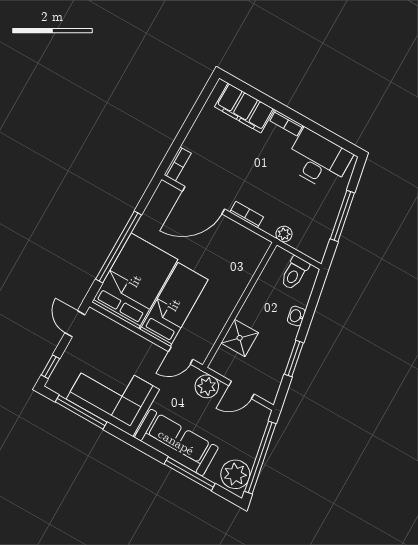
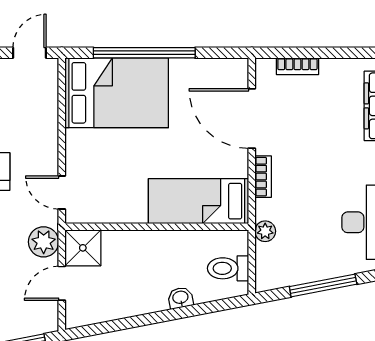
bookcase: (178, 164) -> (297, 66), moved
bed: (174, 305) -> (199, 201), moved, turned 180
shower: (240, 338) -> (83, 248), moved
window: (294, 358) -> (131, 322), removed
door: (241, 390) -> (62, 283), hinge flipped

